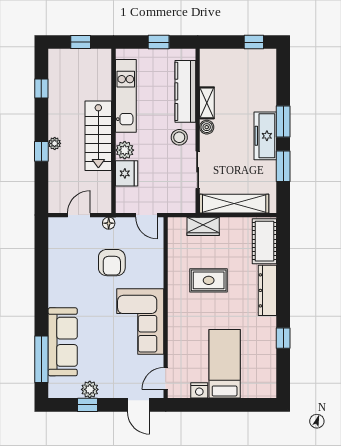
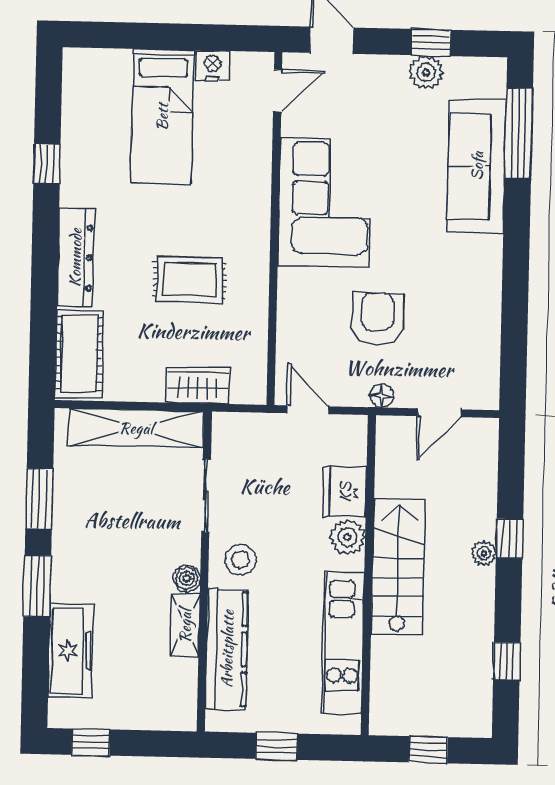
freezer: (265, 136) -> (71, 651), moved

